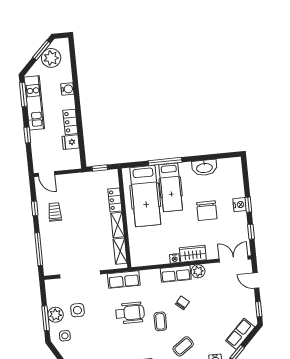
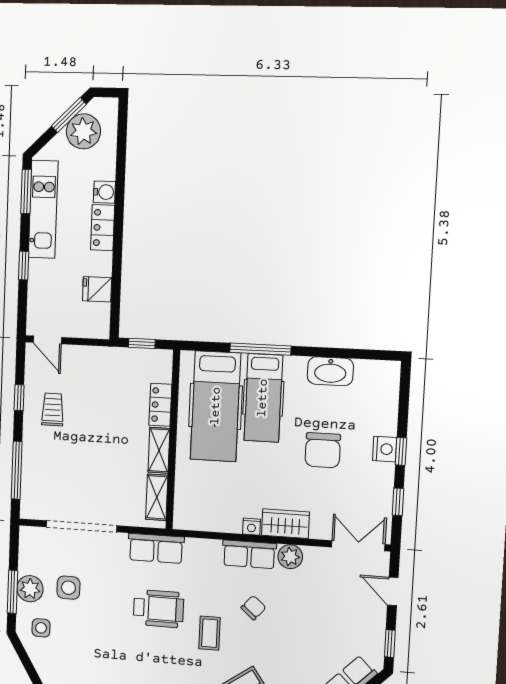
locker: (70, 122) -> (103, 228), moved

